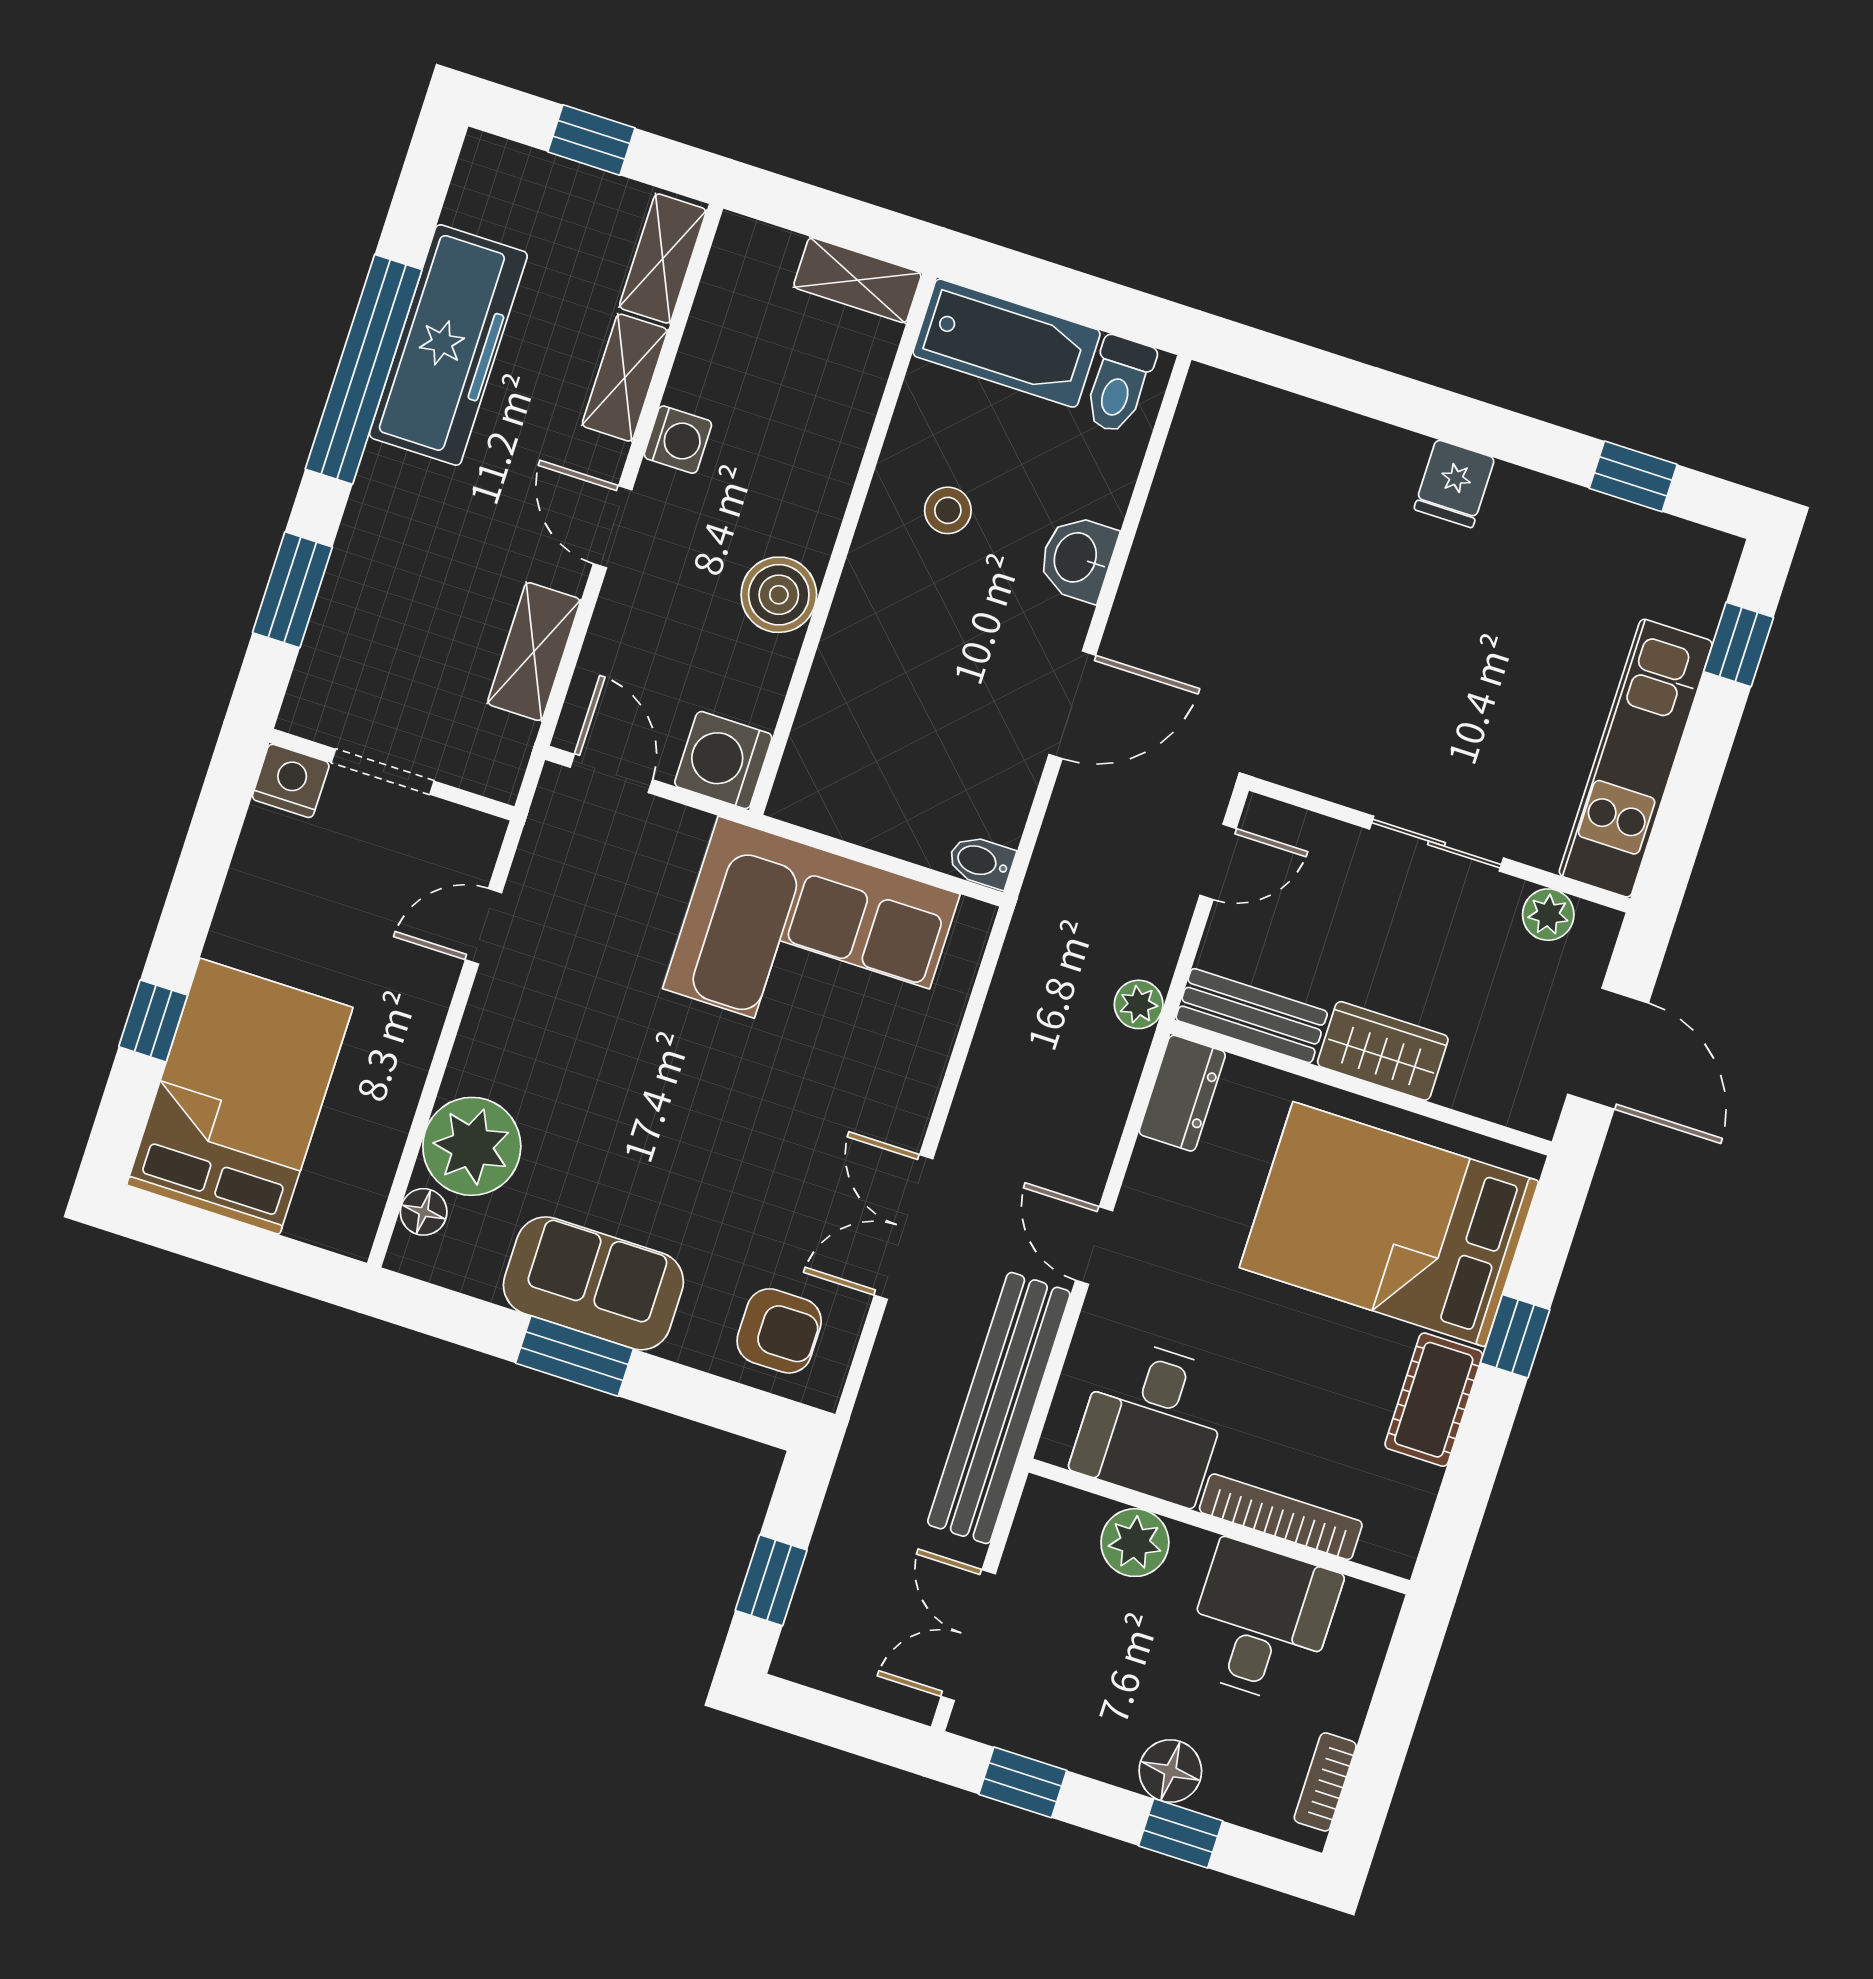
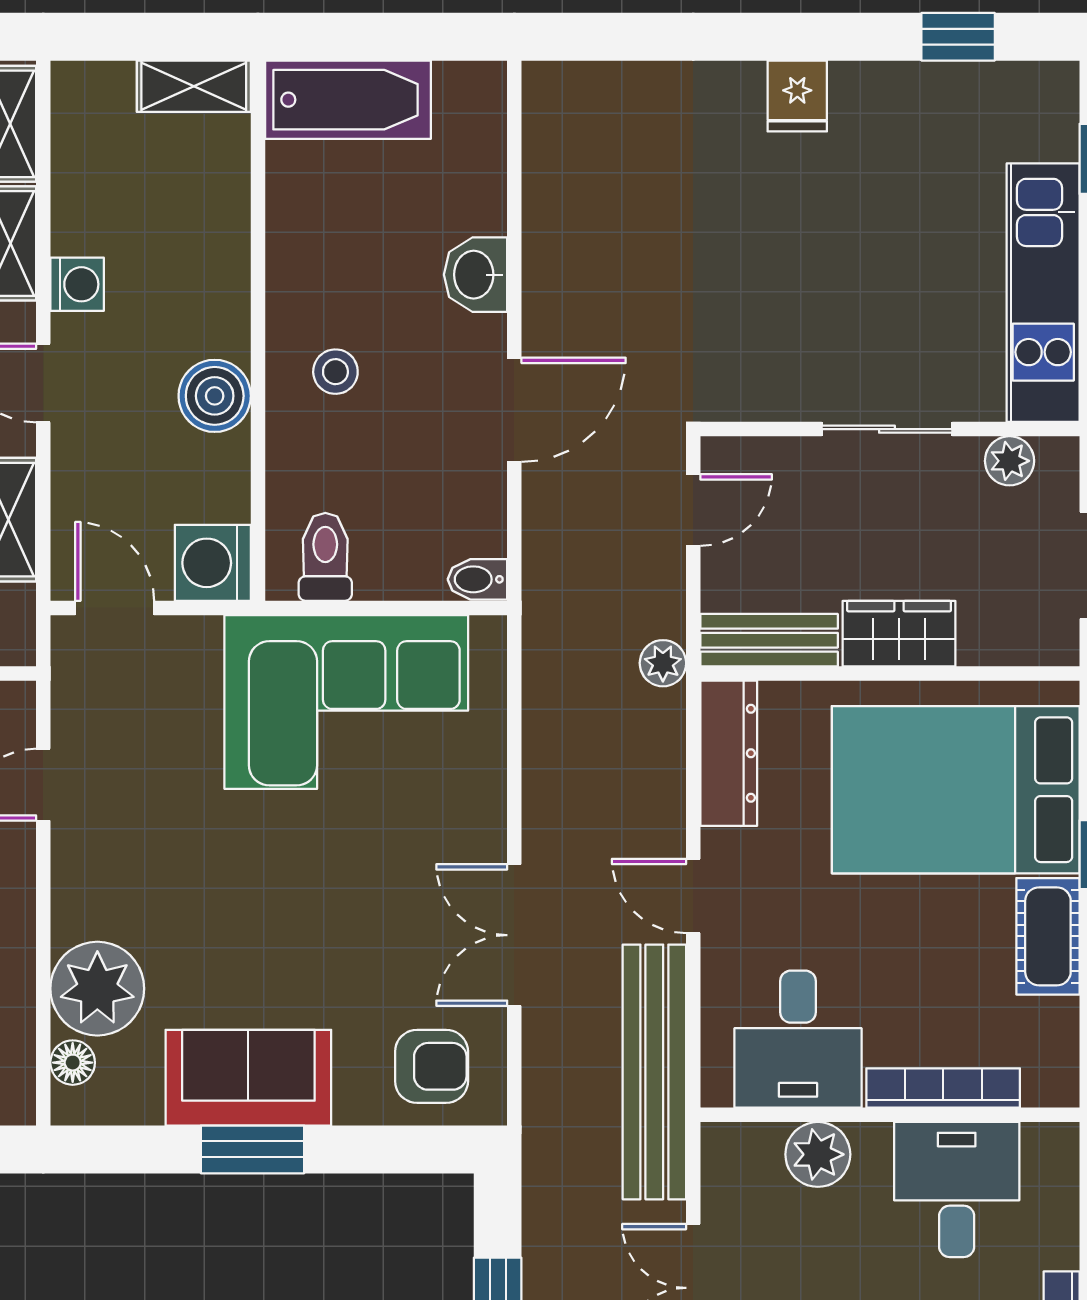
toilet: (1119, 385) -> (325, 557), moved, turned 180
stool: (948, 510) -> (335, 372), moved
dresser: (1182, 1093) -> (729, 753), width x1.44

